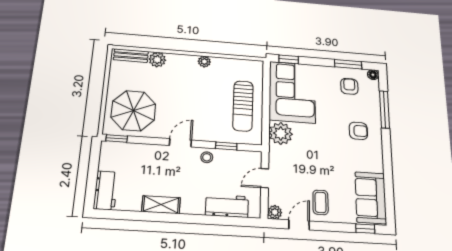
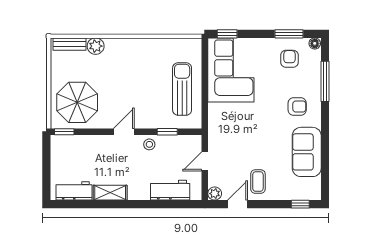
plant: (204, 62) -> (142, 44), removed
sun lounger: (243, 106) -> (182, 89), turned 180
plant: (281, 133) -> (220, 115), removed
workbench: (106, 190) -> (74, 191), moved, turned -90
sofa: (371, 198) -> (307, 152), moved

